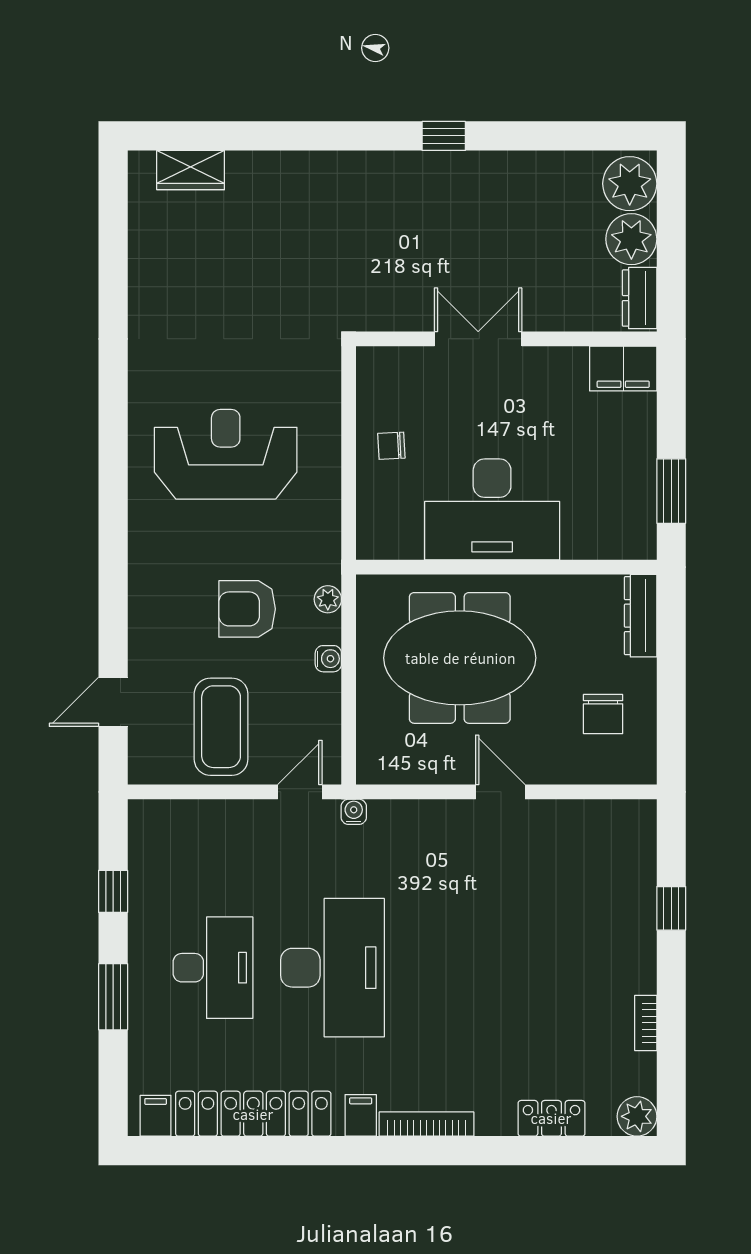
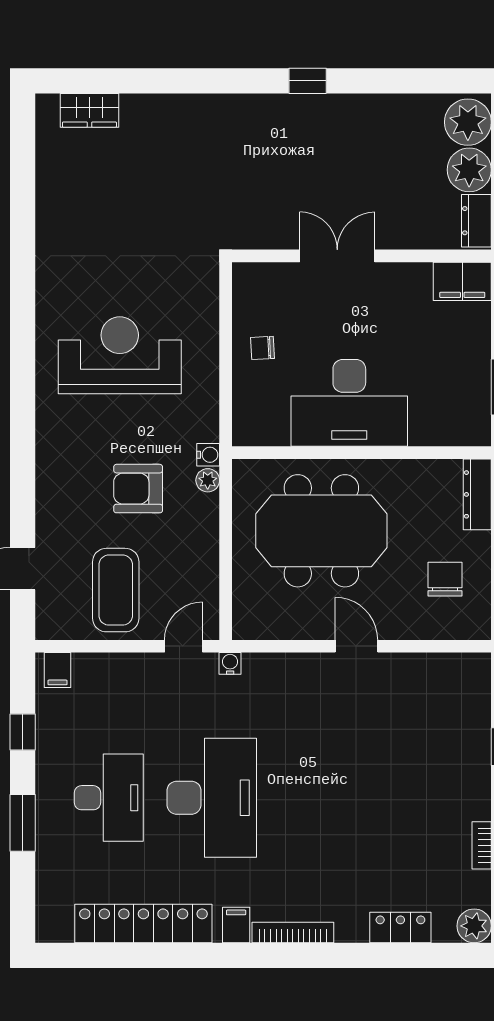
water cooler: (328, 659) -> (208, 455), moved
chair: (603, 714) -> (445, 579), turned 180
filing cabinet: (156, 1116) -> (58, 670), moved, turned 180

